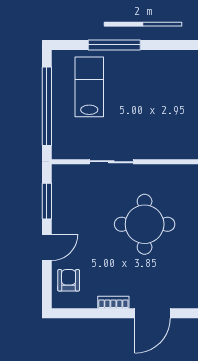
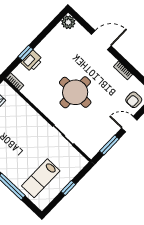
window: (47, 106) -> (68, 188), width x0.32
door: (152, 313) -> (101, 40), moved

